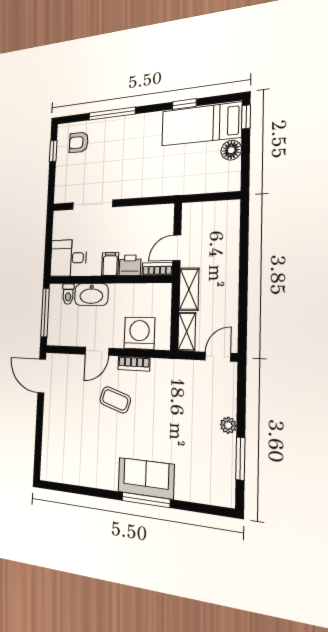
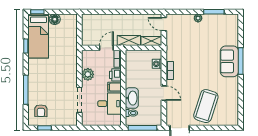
plant: (133, 217) -> (88, 74), added
door: (177, 248) -> (106, 48), swing flipped
desk: (68, 258) -> (109, 104), moved, turned -90
washing machine: (139, 333) -> (157, 64), width x0.53, depth x0.53
coffee table: (115, 400) -> (206, 106), moved, width x1.86, depth x1.72

